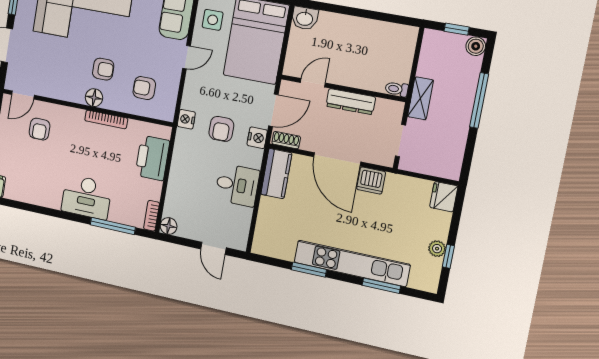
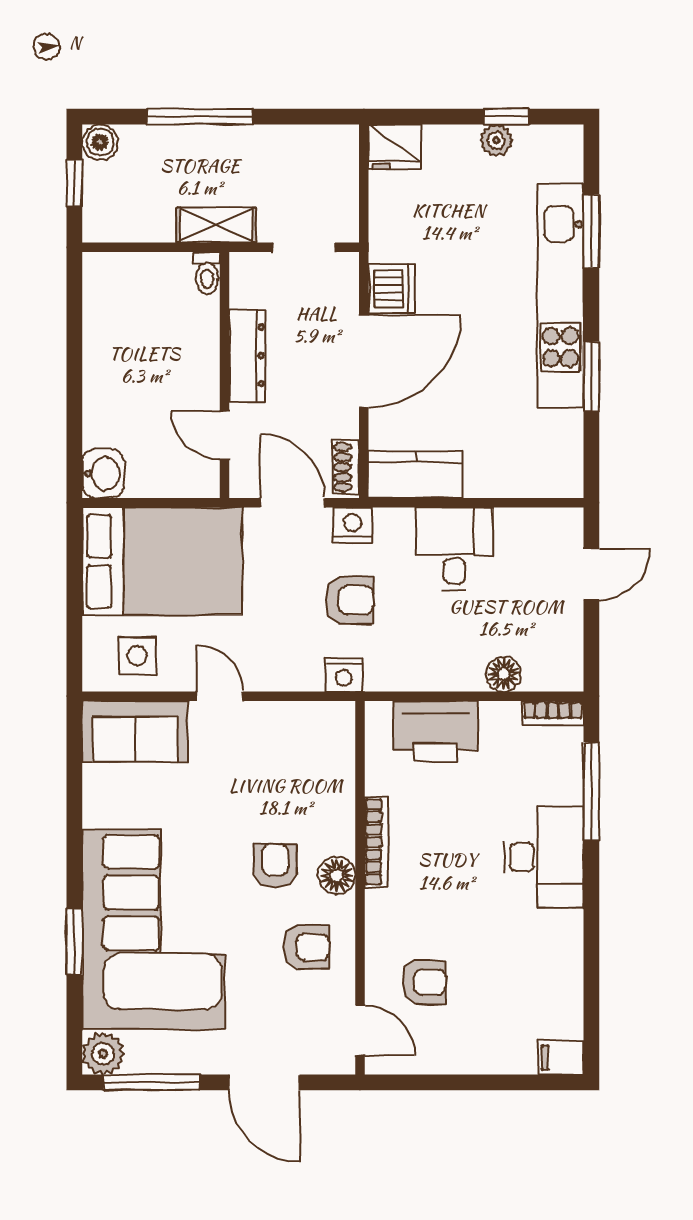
armchair: (144, 88) -> (307, 947), moved, turned -90
floor lamp: (169, 226) -> (504, 674), moved

